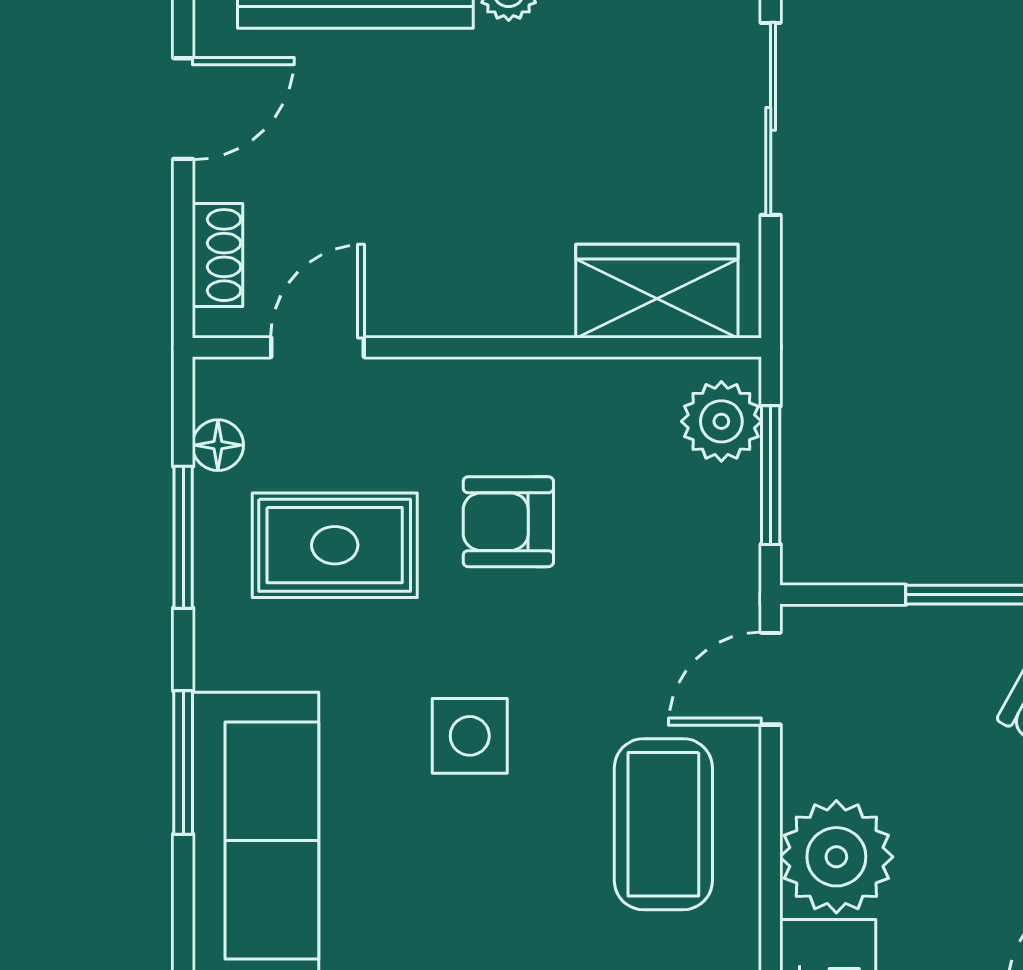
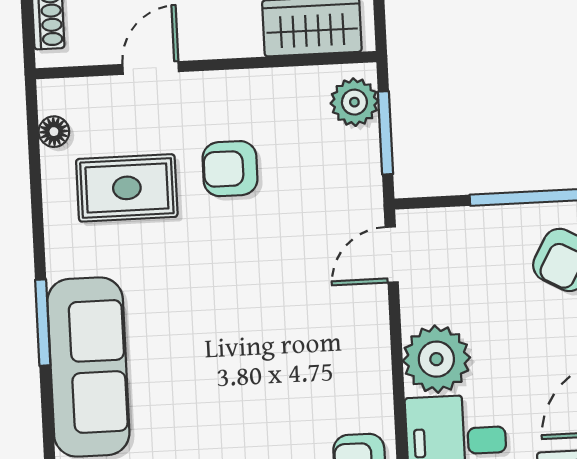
door: (318, 347) -> (151, 68), moved
window: (183, 537) -> (36, 188), removed
side table: (470, 736) -> (213, 298), removed
coffee table: (663, 824) -> (332, 345), removed

